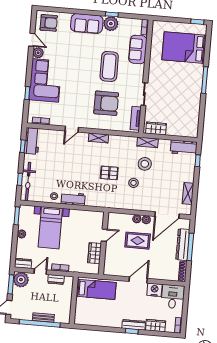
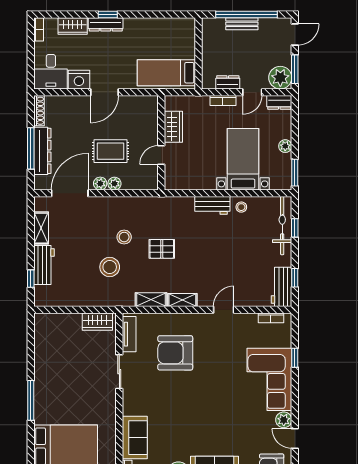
coffee table: (109, 66) -> (175, 408), removed
shelving: (148, 142) -> (151, 300), moved
workbench: (184, 148) -> (44, 265), moved, turned 90

